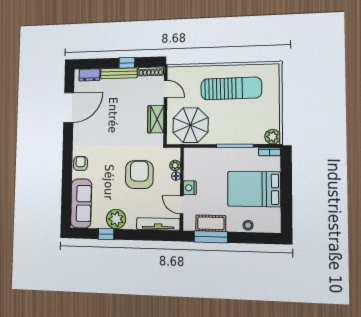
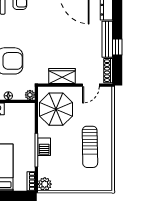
sun lounger: (231, 88) -> (90, 147), width x0.73, depth x0.75
barbecue: (231, 137) -> (44, 147), added
plant: (175, 165) -> (30, 95), moved

